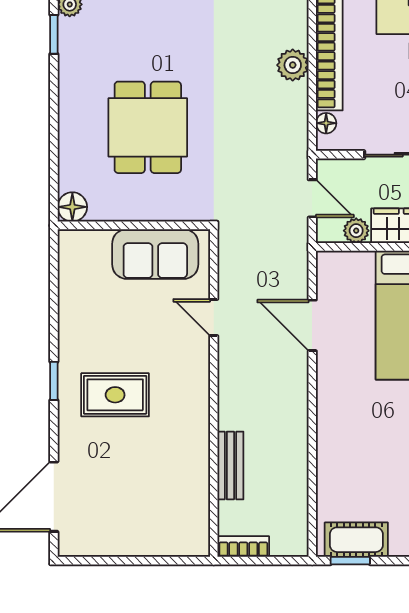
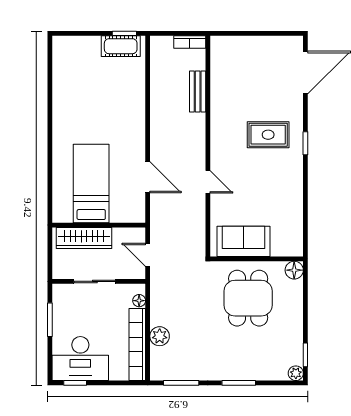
floor lamp: (72, 207) -> (294, 270), moved
wall: (134, 225) -> (257, 259), moved
plant: (356, 231) -> (121, 235), removed
sofa: (155, 254) -> (244, 241), moved

